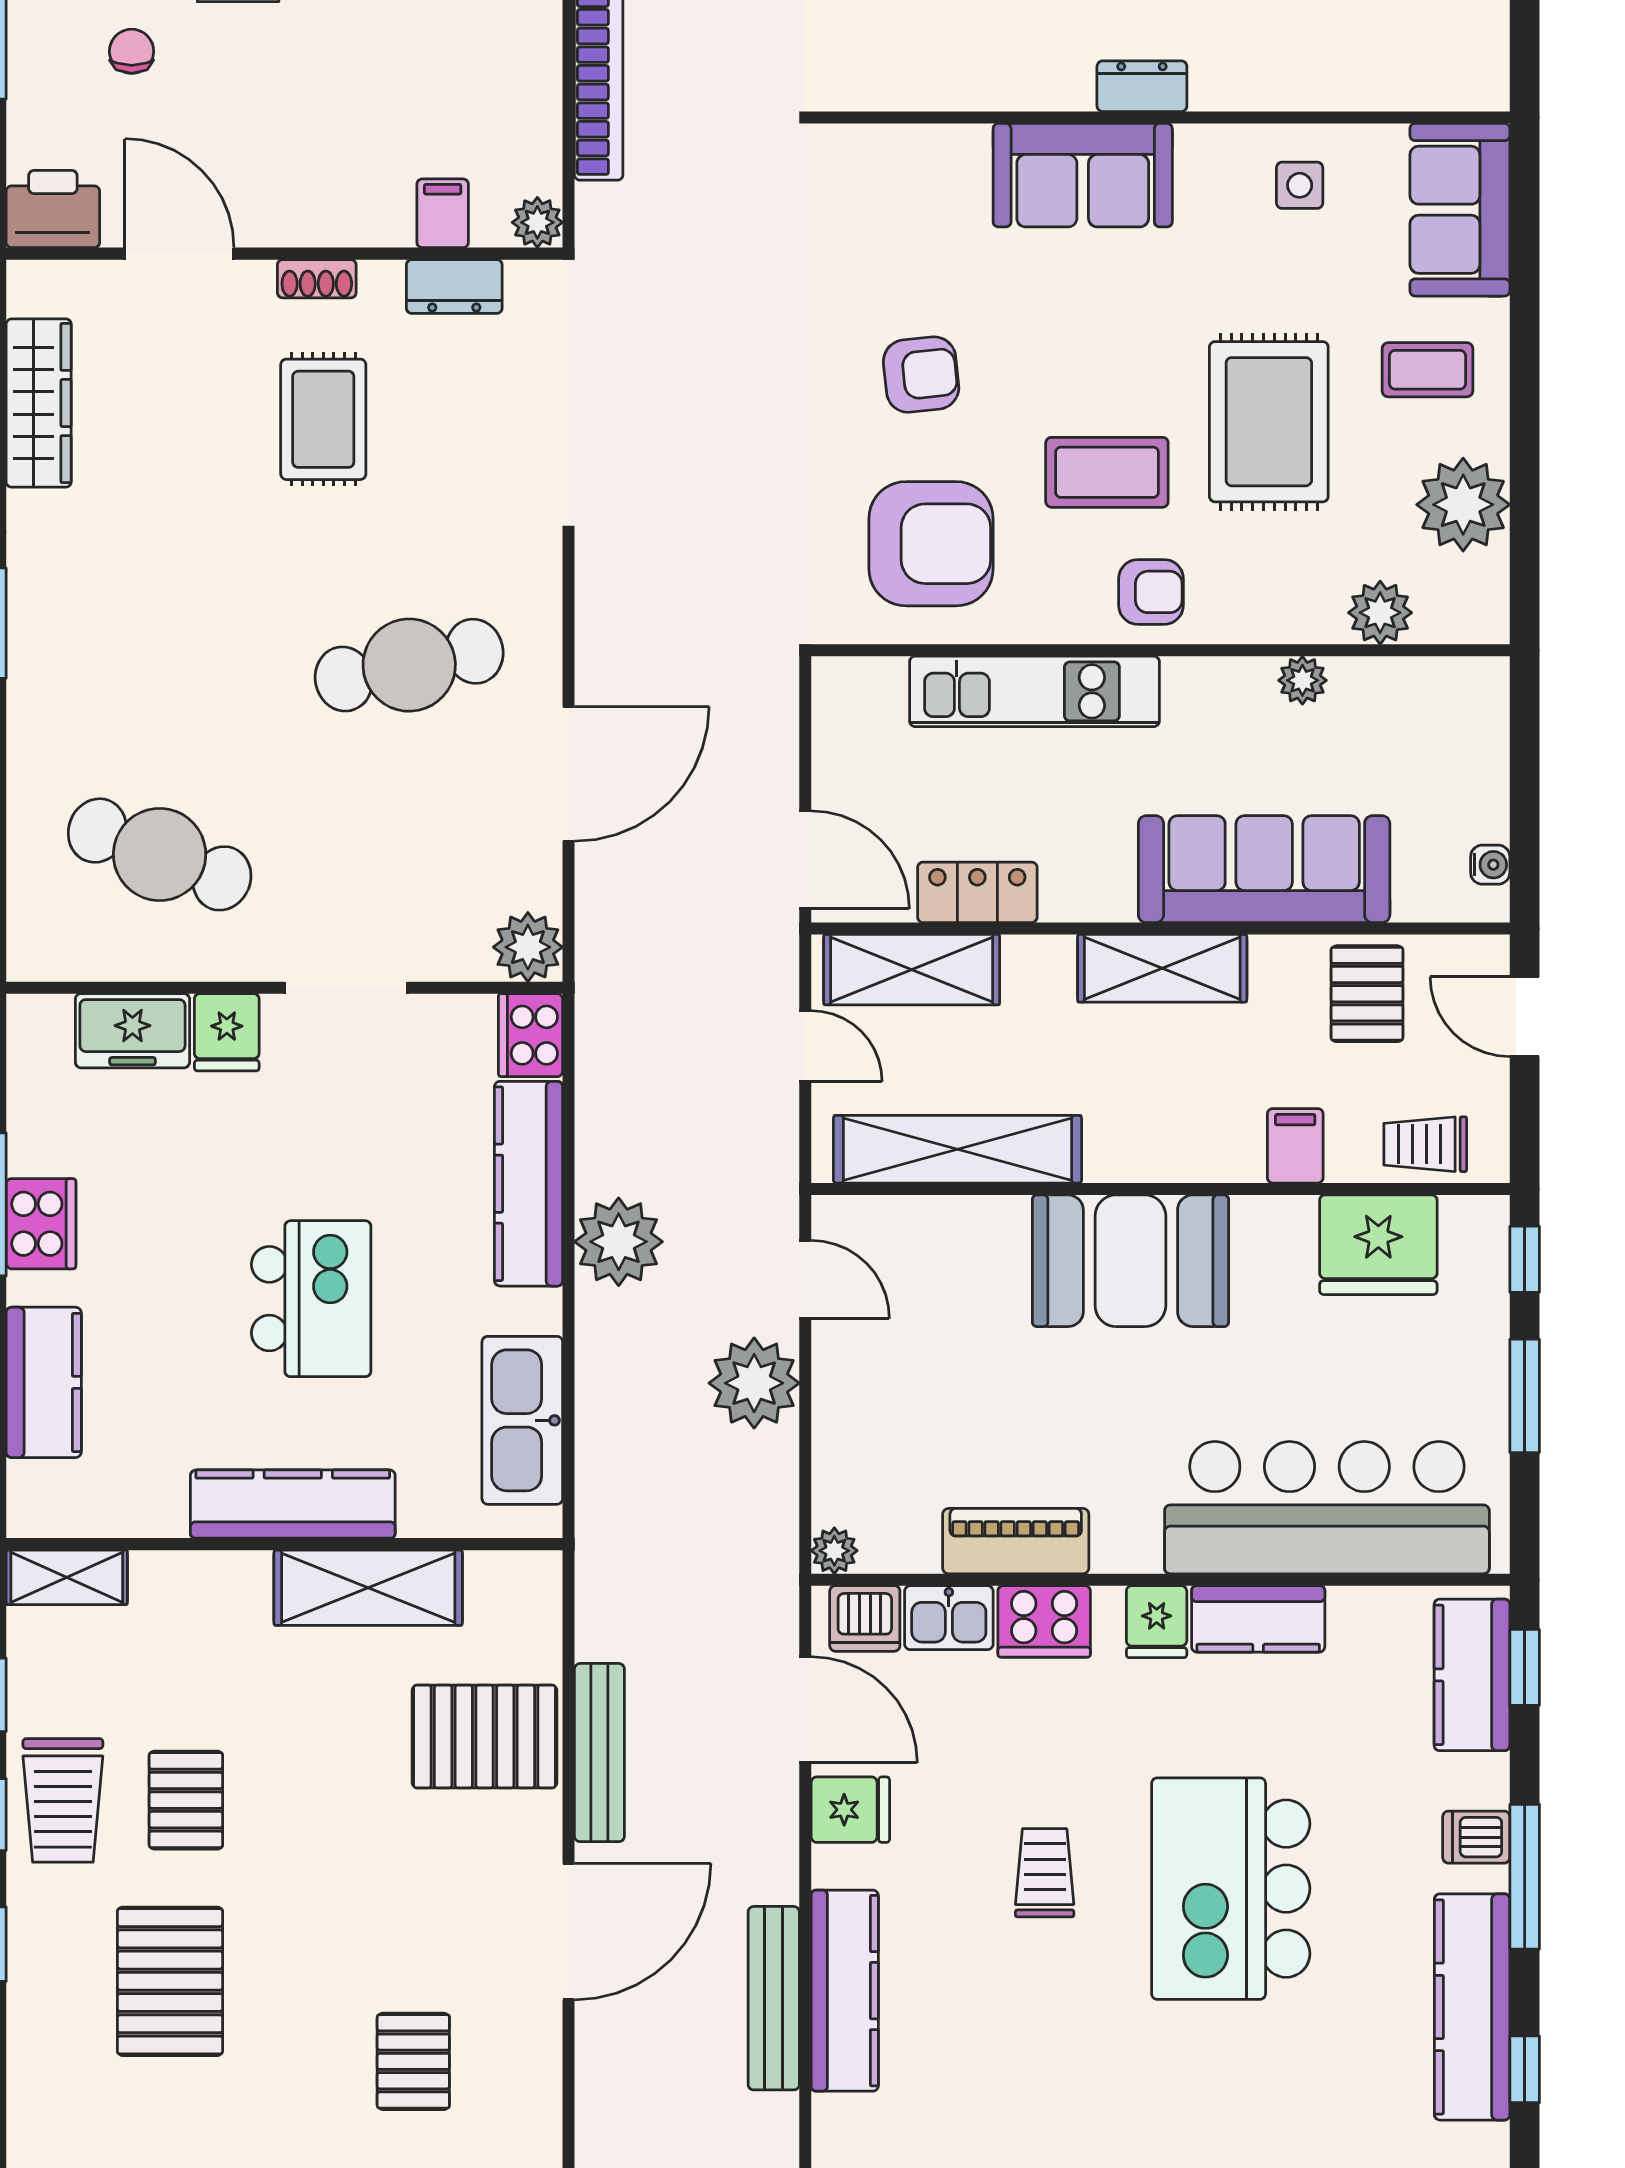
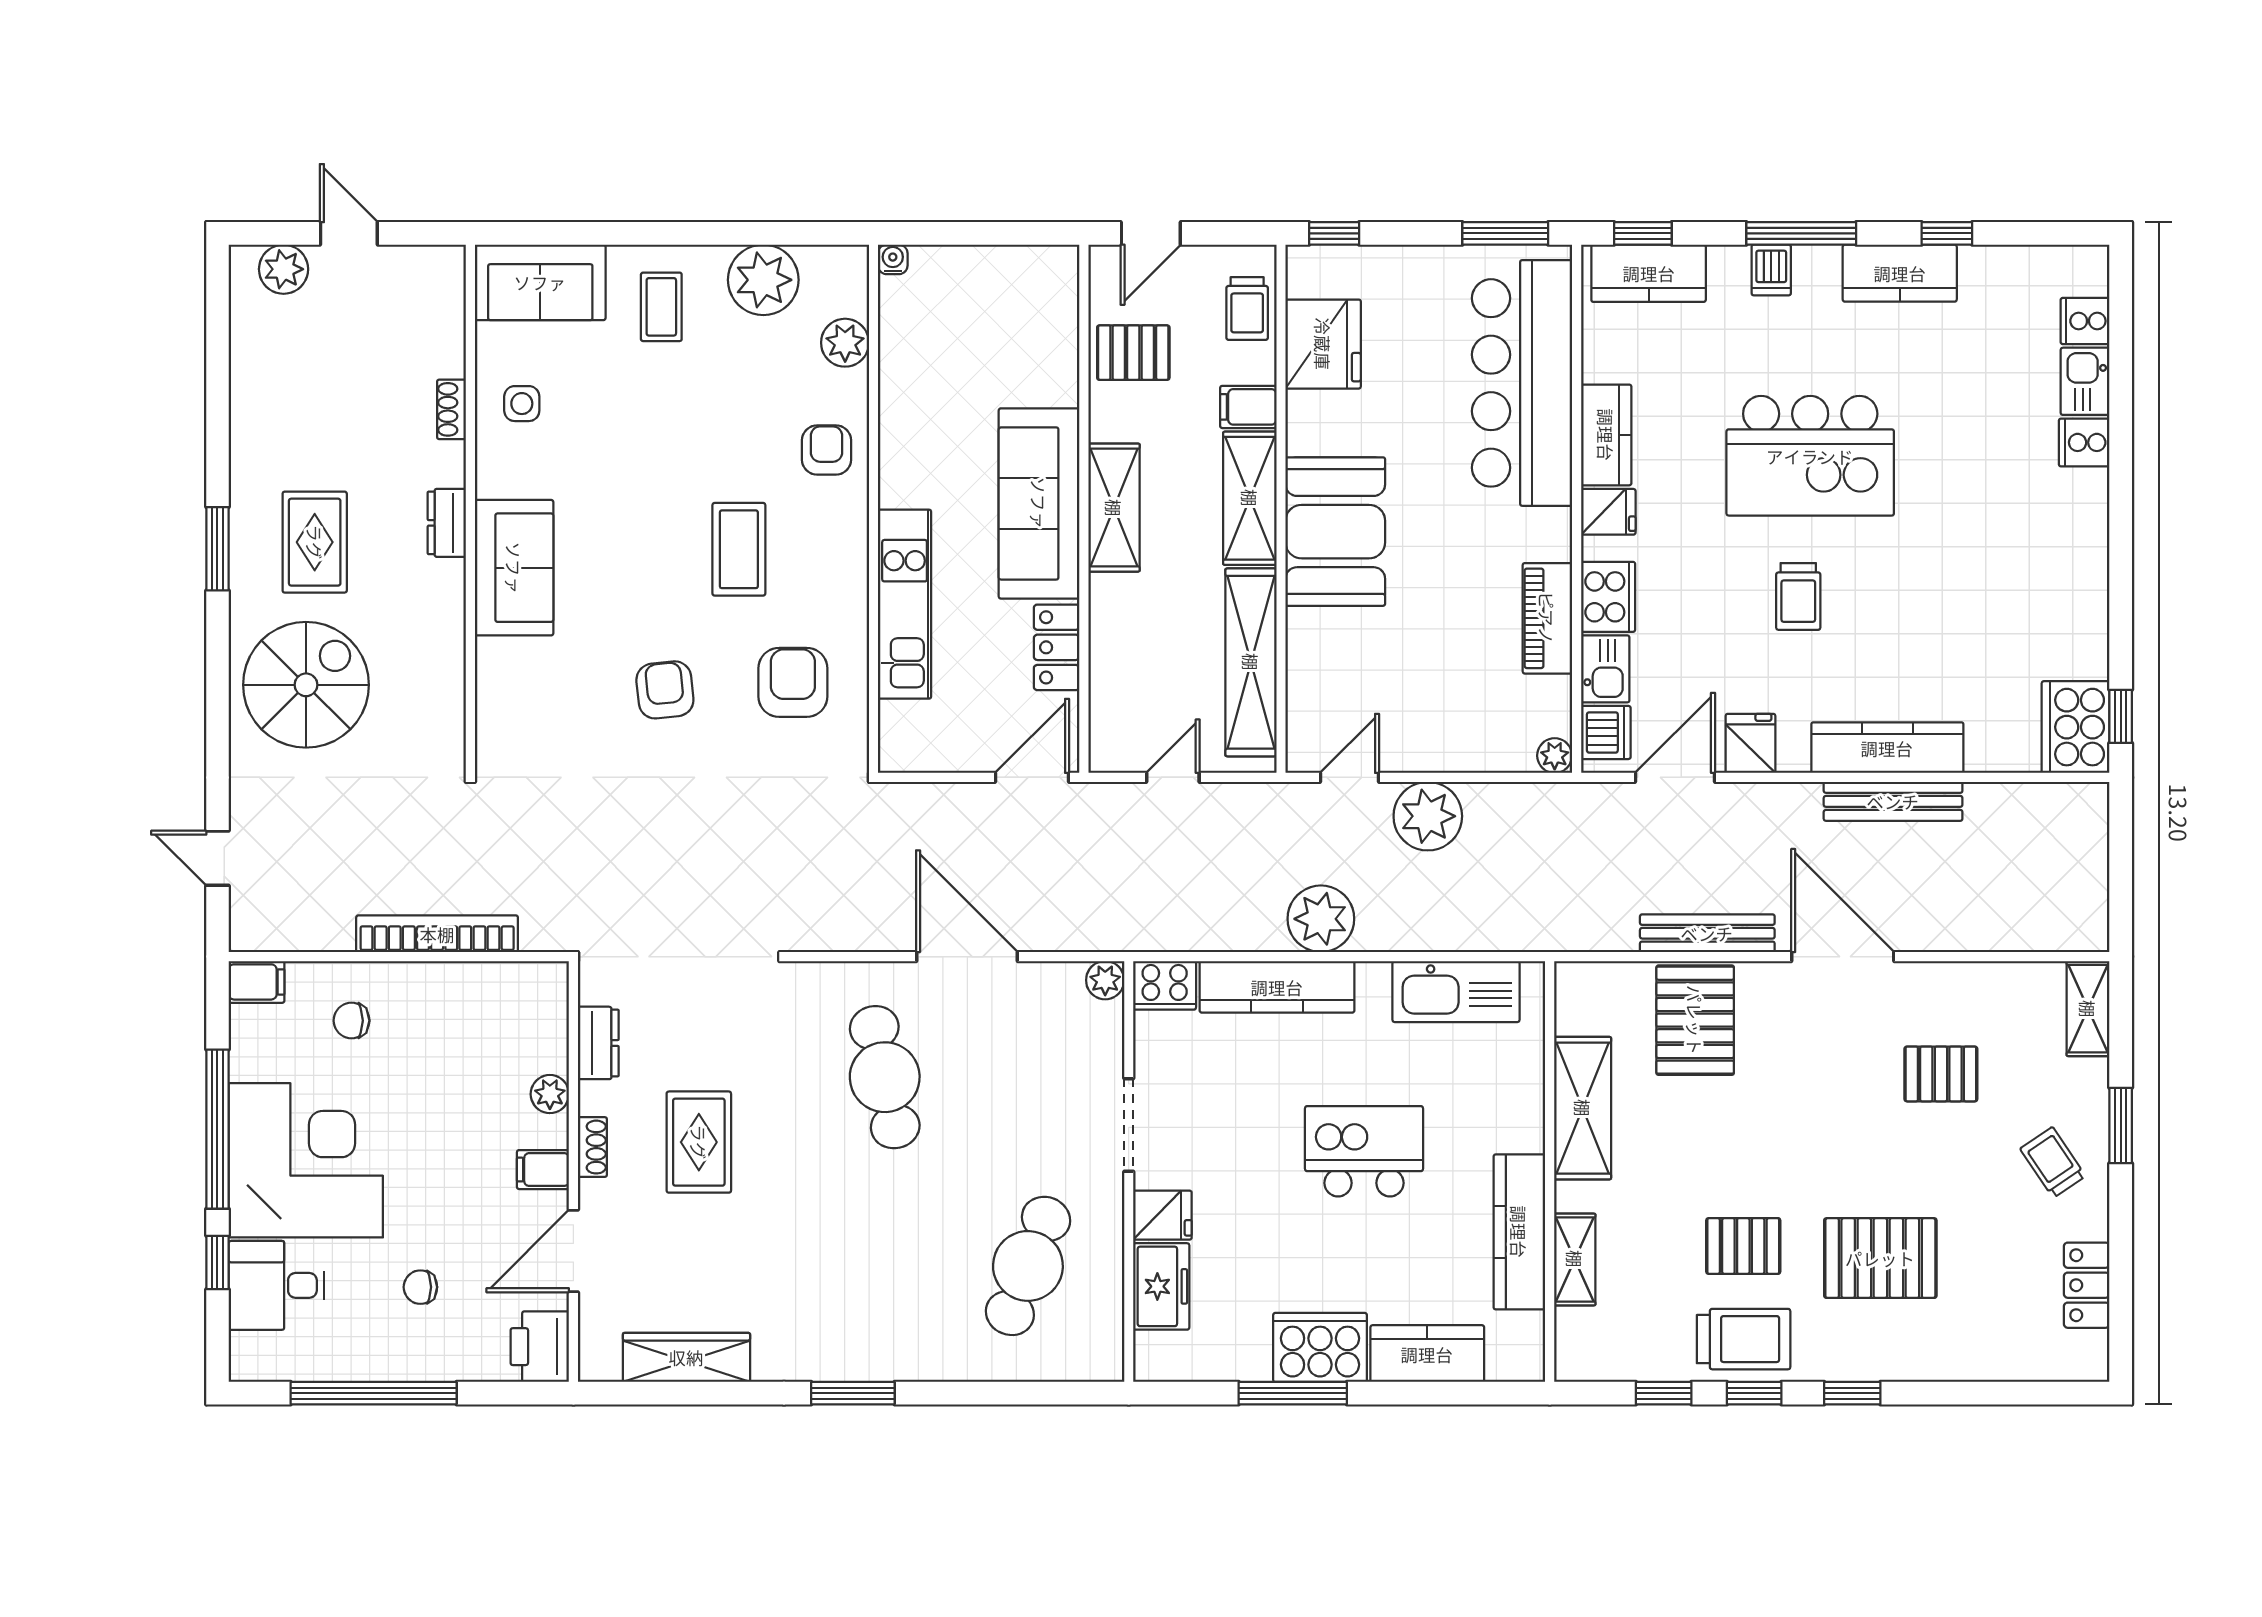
shoe rack: (1292, 92) -> (452, 409), added
filing cabinet: (443, 213) -> (543, 1170), moved
plant: (537, 222) -> (550, 1094), moved
rug: (323, 419) -> (699, 1142), turned 90
rug: (1269, 422) -> (701, 427), removed
armchair: (931, 544) -> (793, 682), width x0.73, depth x0.73
armchair: (1151, 592) -> (826, 450), moved
plant: (1302, 680) -> (896, 401), removed
water cooler: (1490, 865) -> (893, 259), moved
sofa: (1264, 869) -> (1039, 503), moved
plant: (528, 947) -> (1105, 980), width x0.73, depth x0.73
shelving: (912, 970) -> (1250, 498), moved
cooker: (41, 1224) -> (1320, 1347), width x1.37, depth x1.31
window: (1525, 1396) -> (1505, 233), moved
kitchen counter: (293, 1504) -> (1519, 1232), moved
shelving: (67, 1577) -> (1575, 1259), moved
trolley: (1045, 1873) -> (1798, 596), turned -90
kitchen counter: (1472, 2007) -> (1900, 273), width x0.67

